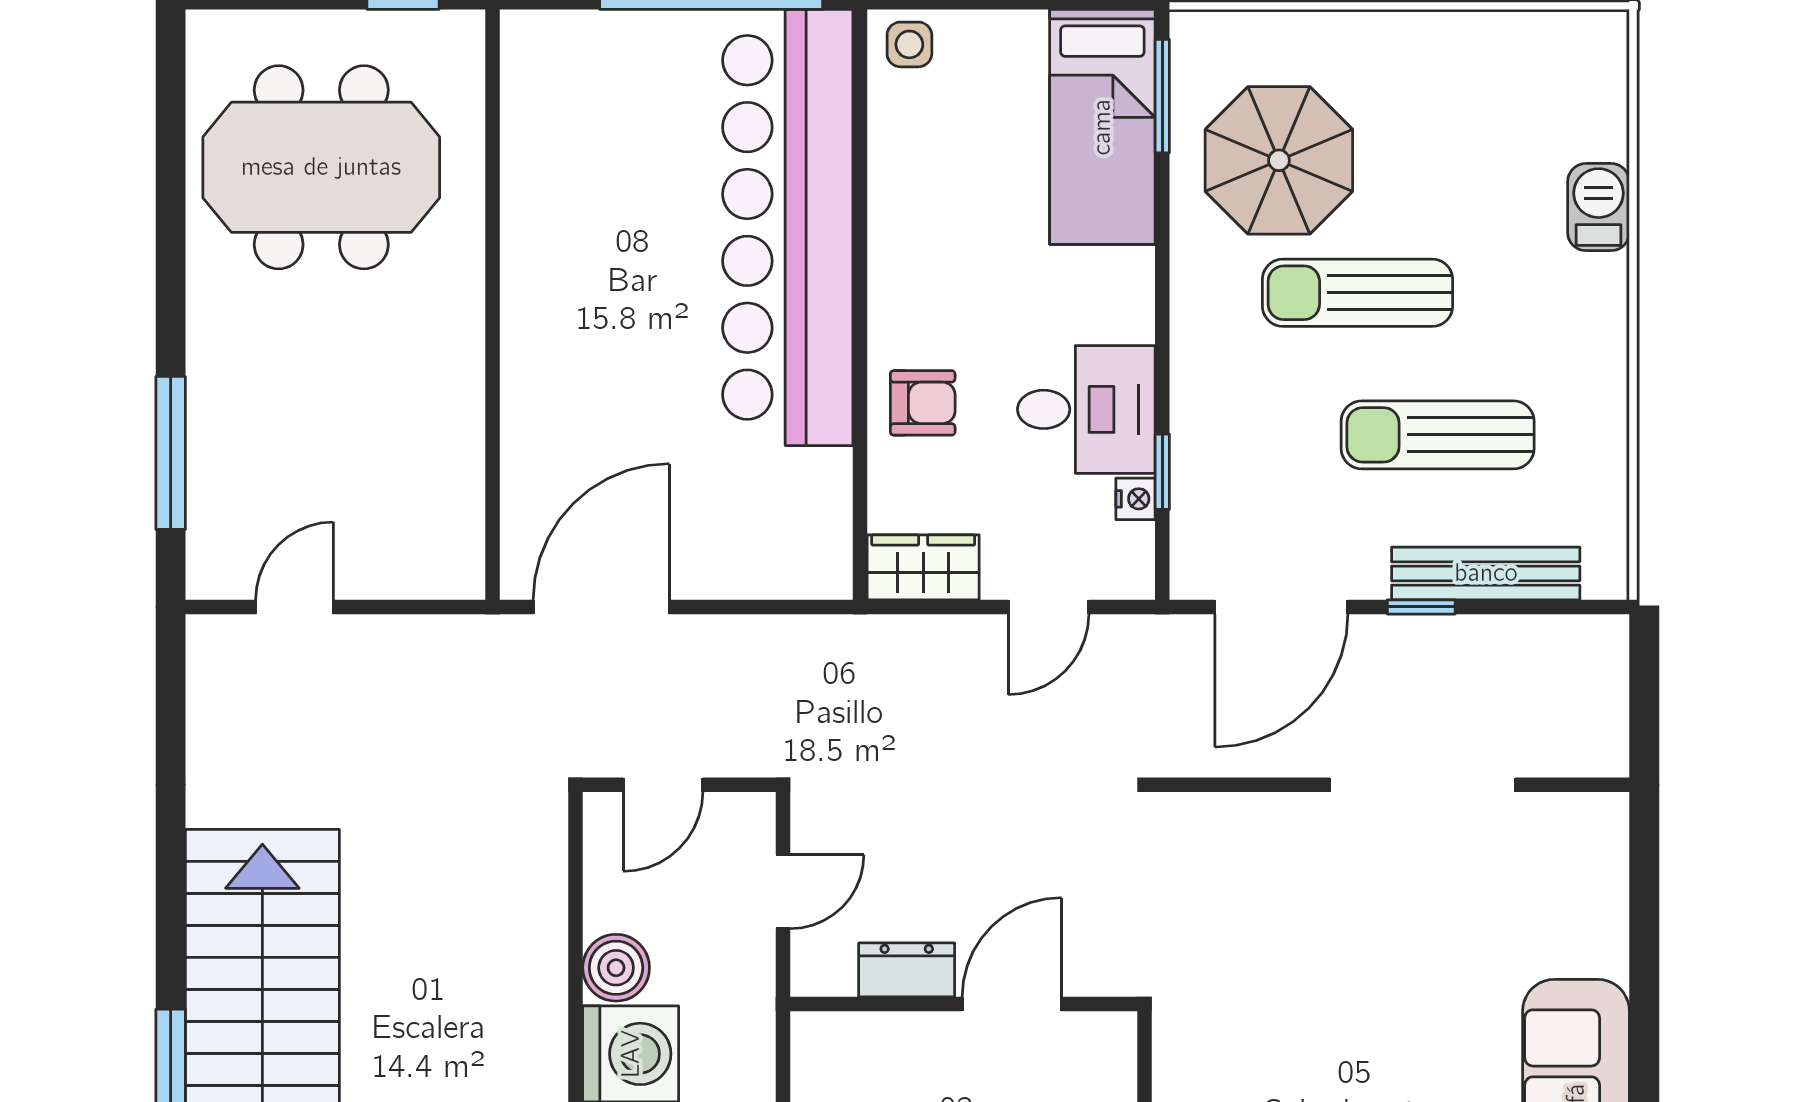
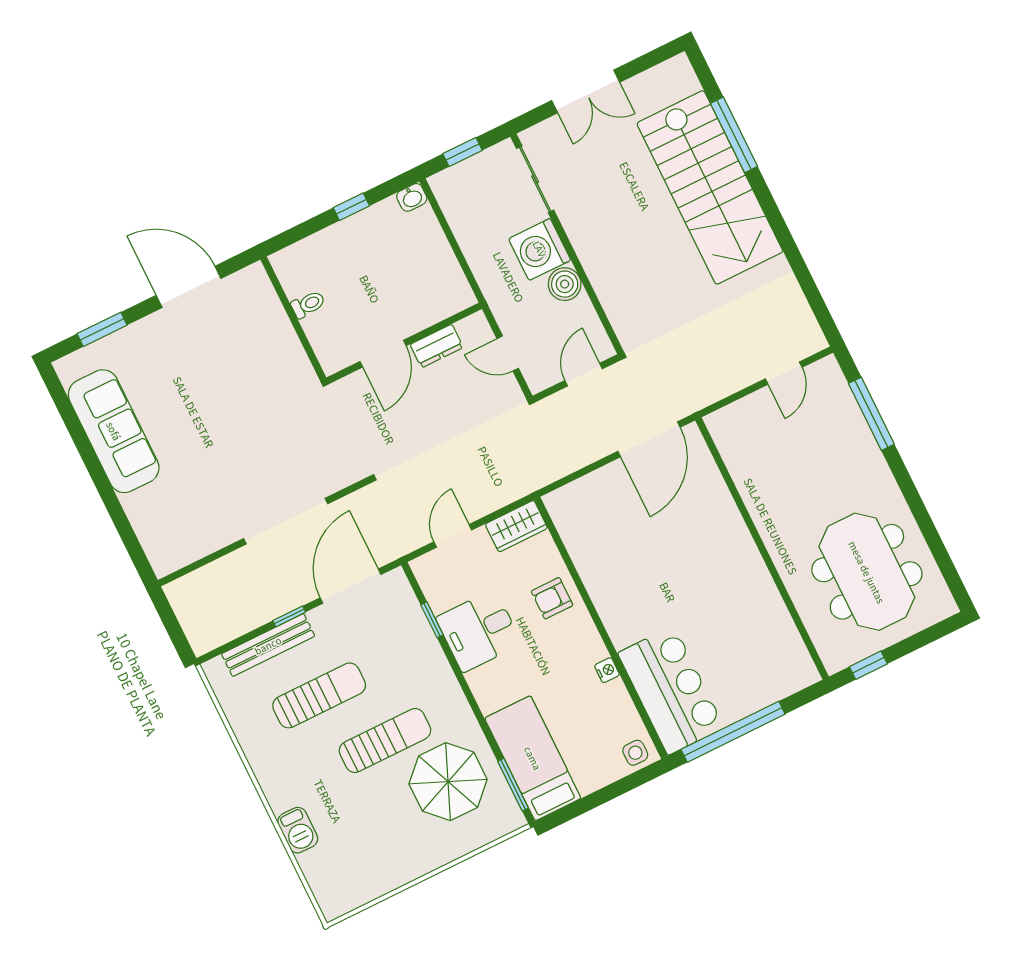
meeting table: (321, 167) -> (867, 572), turned 90
bar counter: (788, 227) -> (671, 690), width x0.54
nightstand: (1136, 499) -> (607, 670), moved, turned 180
doorway: (1422, 785) -> (286, 521), moved
door: (783, 892) -> (508, 353), hinge flipped

